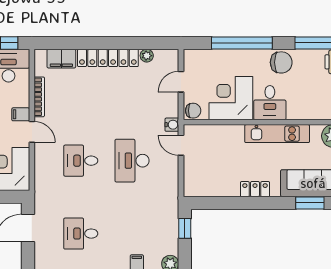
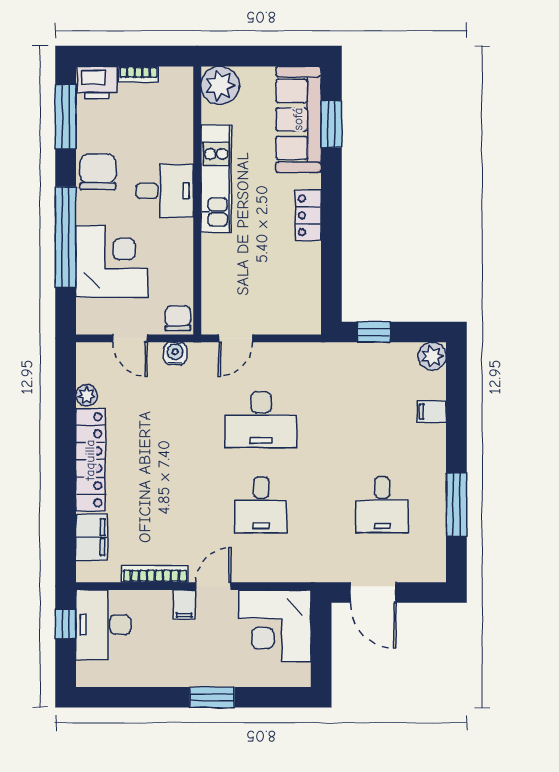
corner desk: (231, 98) -> (112, 261), moved, turned 180
water cooler: (172, 125) -> (175, 353), moved

